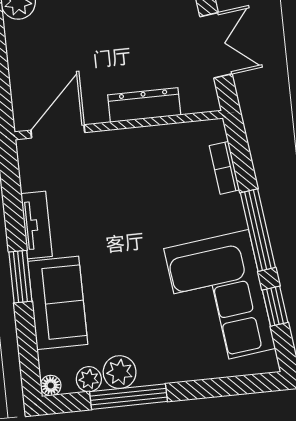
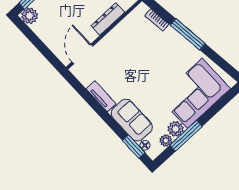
window: (20, 277) -> (134, 147), moved
corner sofa: (220, 299) -> (195, 93), moved, turned 97
window: (275, 306) -> (216, 59), removed
floor lamp: (51, 385) -> (145, 145), moved

